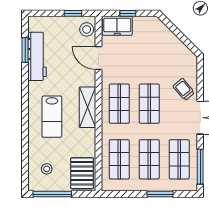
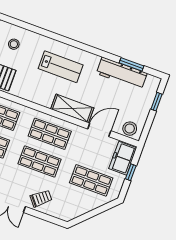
window: (73, 13) -> (156, 102), moved
shop shelf: (149, 48) -> (91, 180), added
shelving: (87, 107) -> (72, 108), moved
lab bench: (52, 117) -> (61, 67), turned 180

